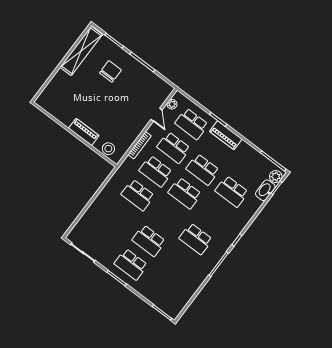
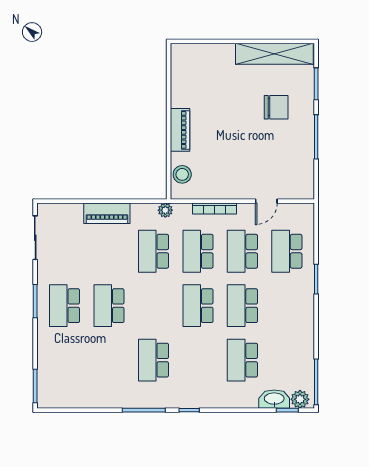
plant: (172, 104) -> (165, 210), moved
piano: (226, 135) -> (107, 213), moved, turned -90

